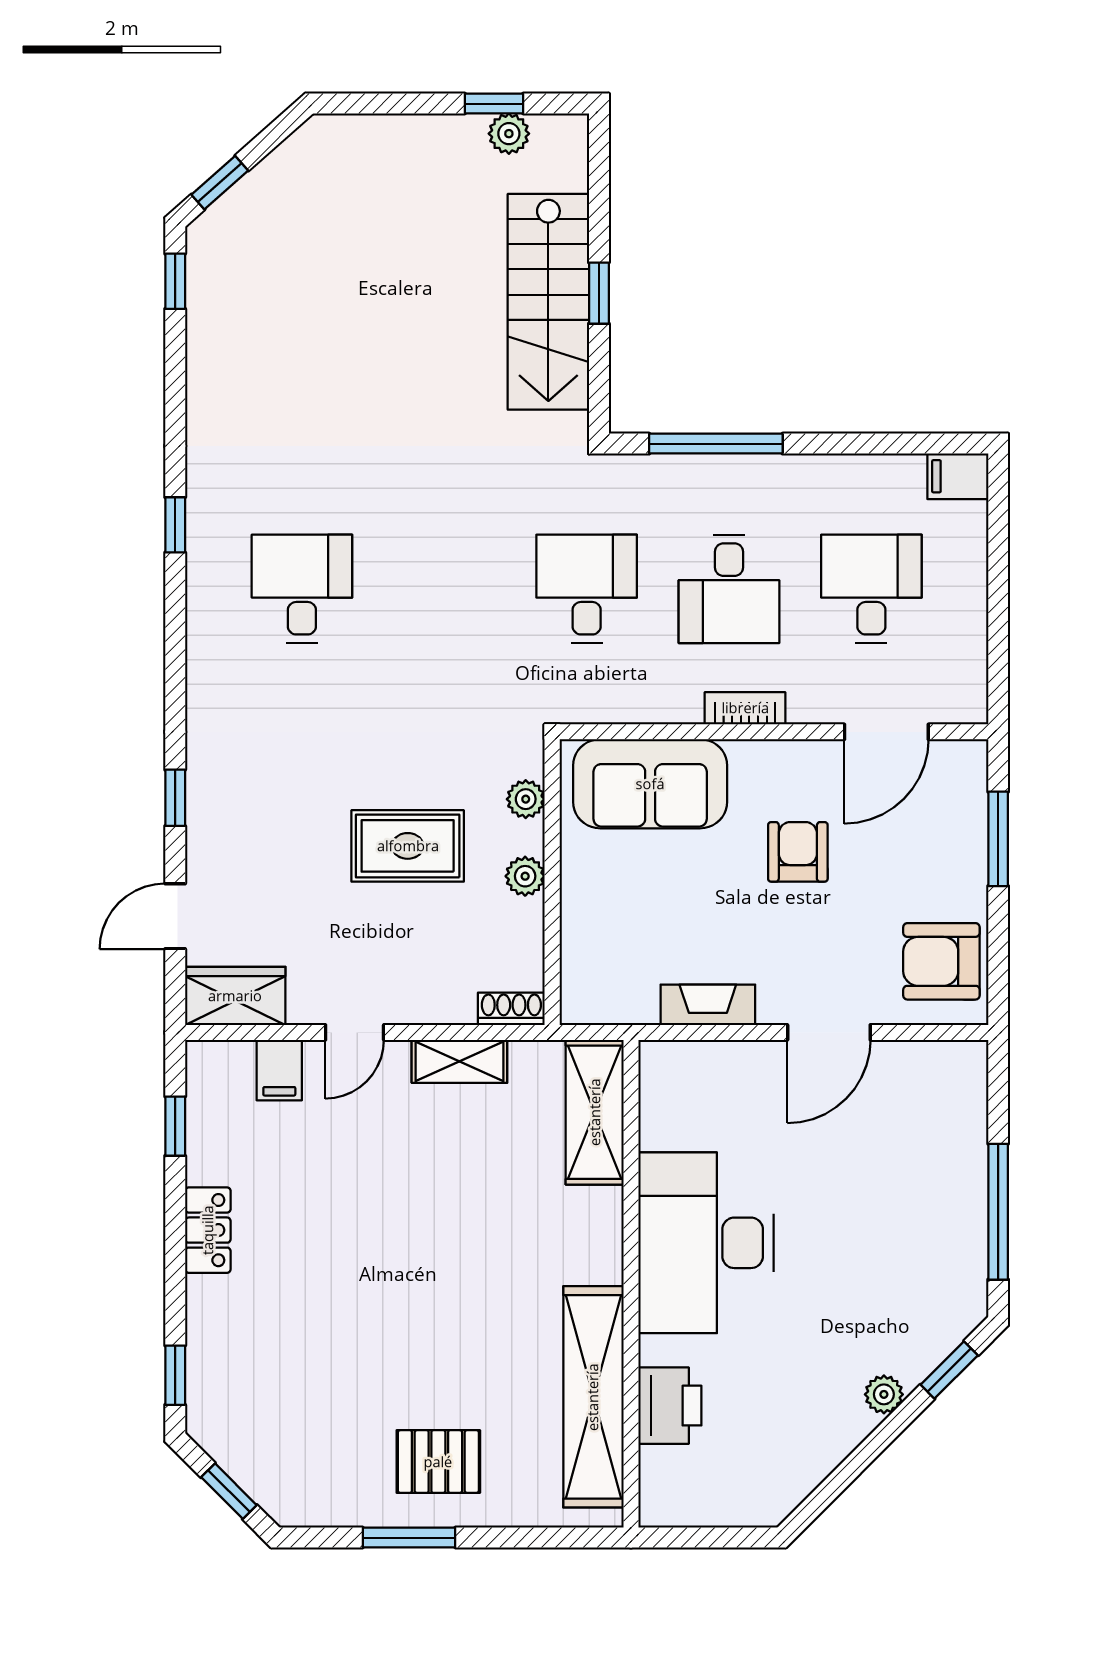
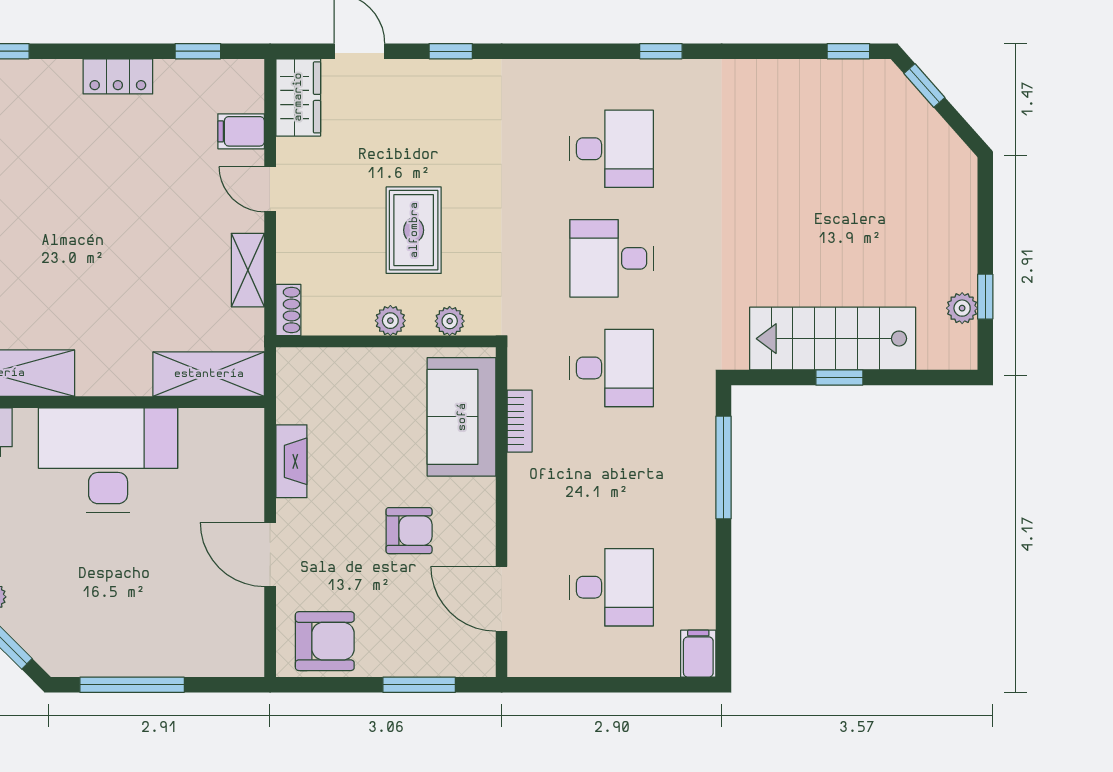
desk: (729, 589) -> (612, 258), moved
bookcase: (745, 708) -> (520, 421), moved
armchair: (941, 961) -> (325, 641), turned 90

